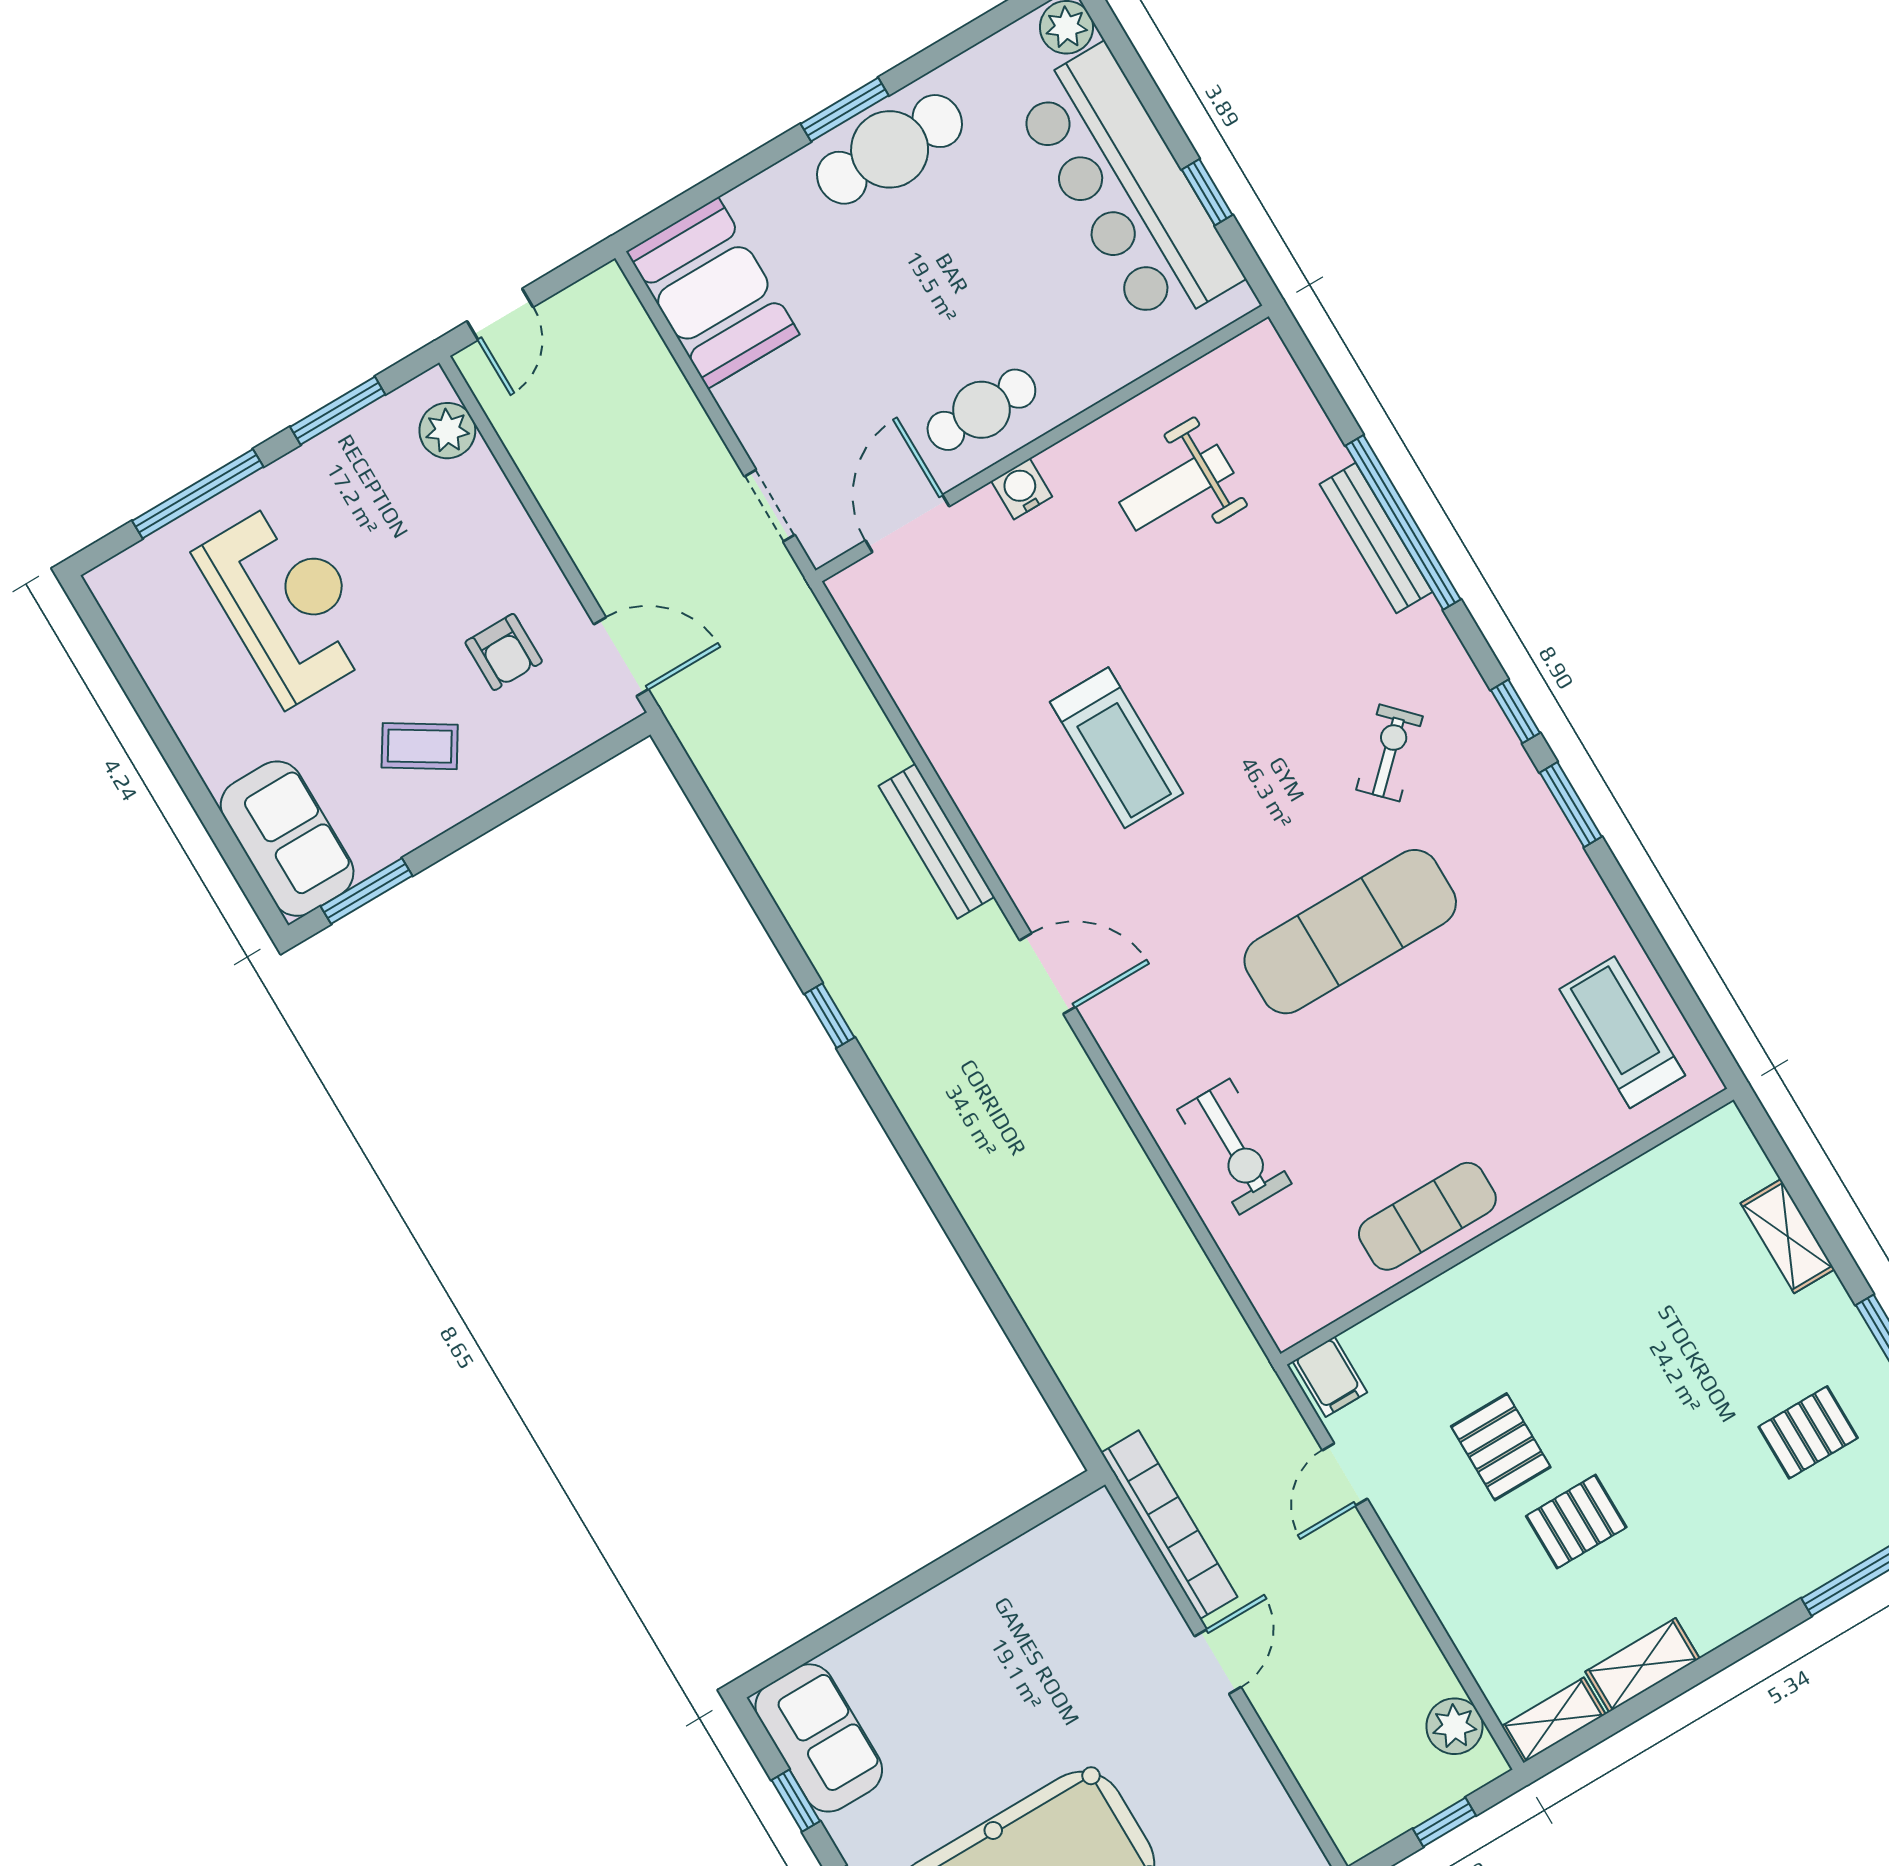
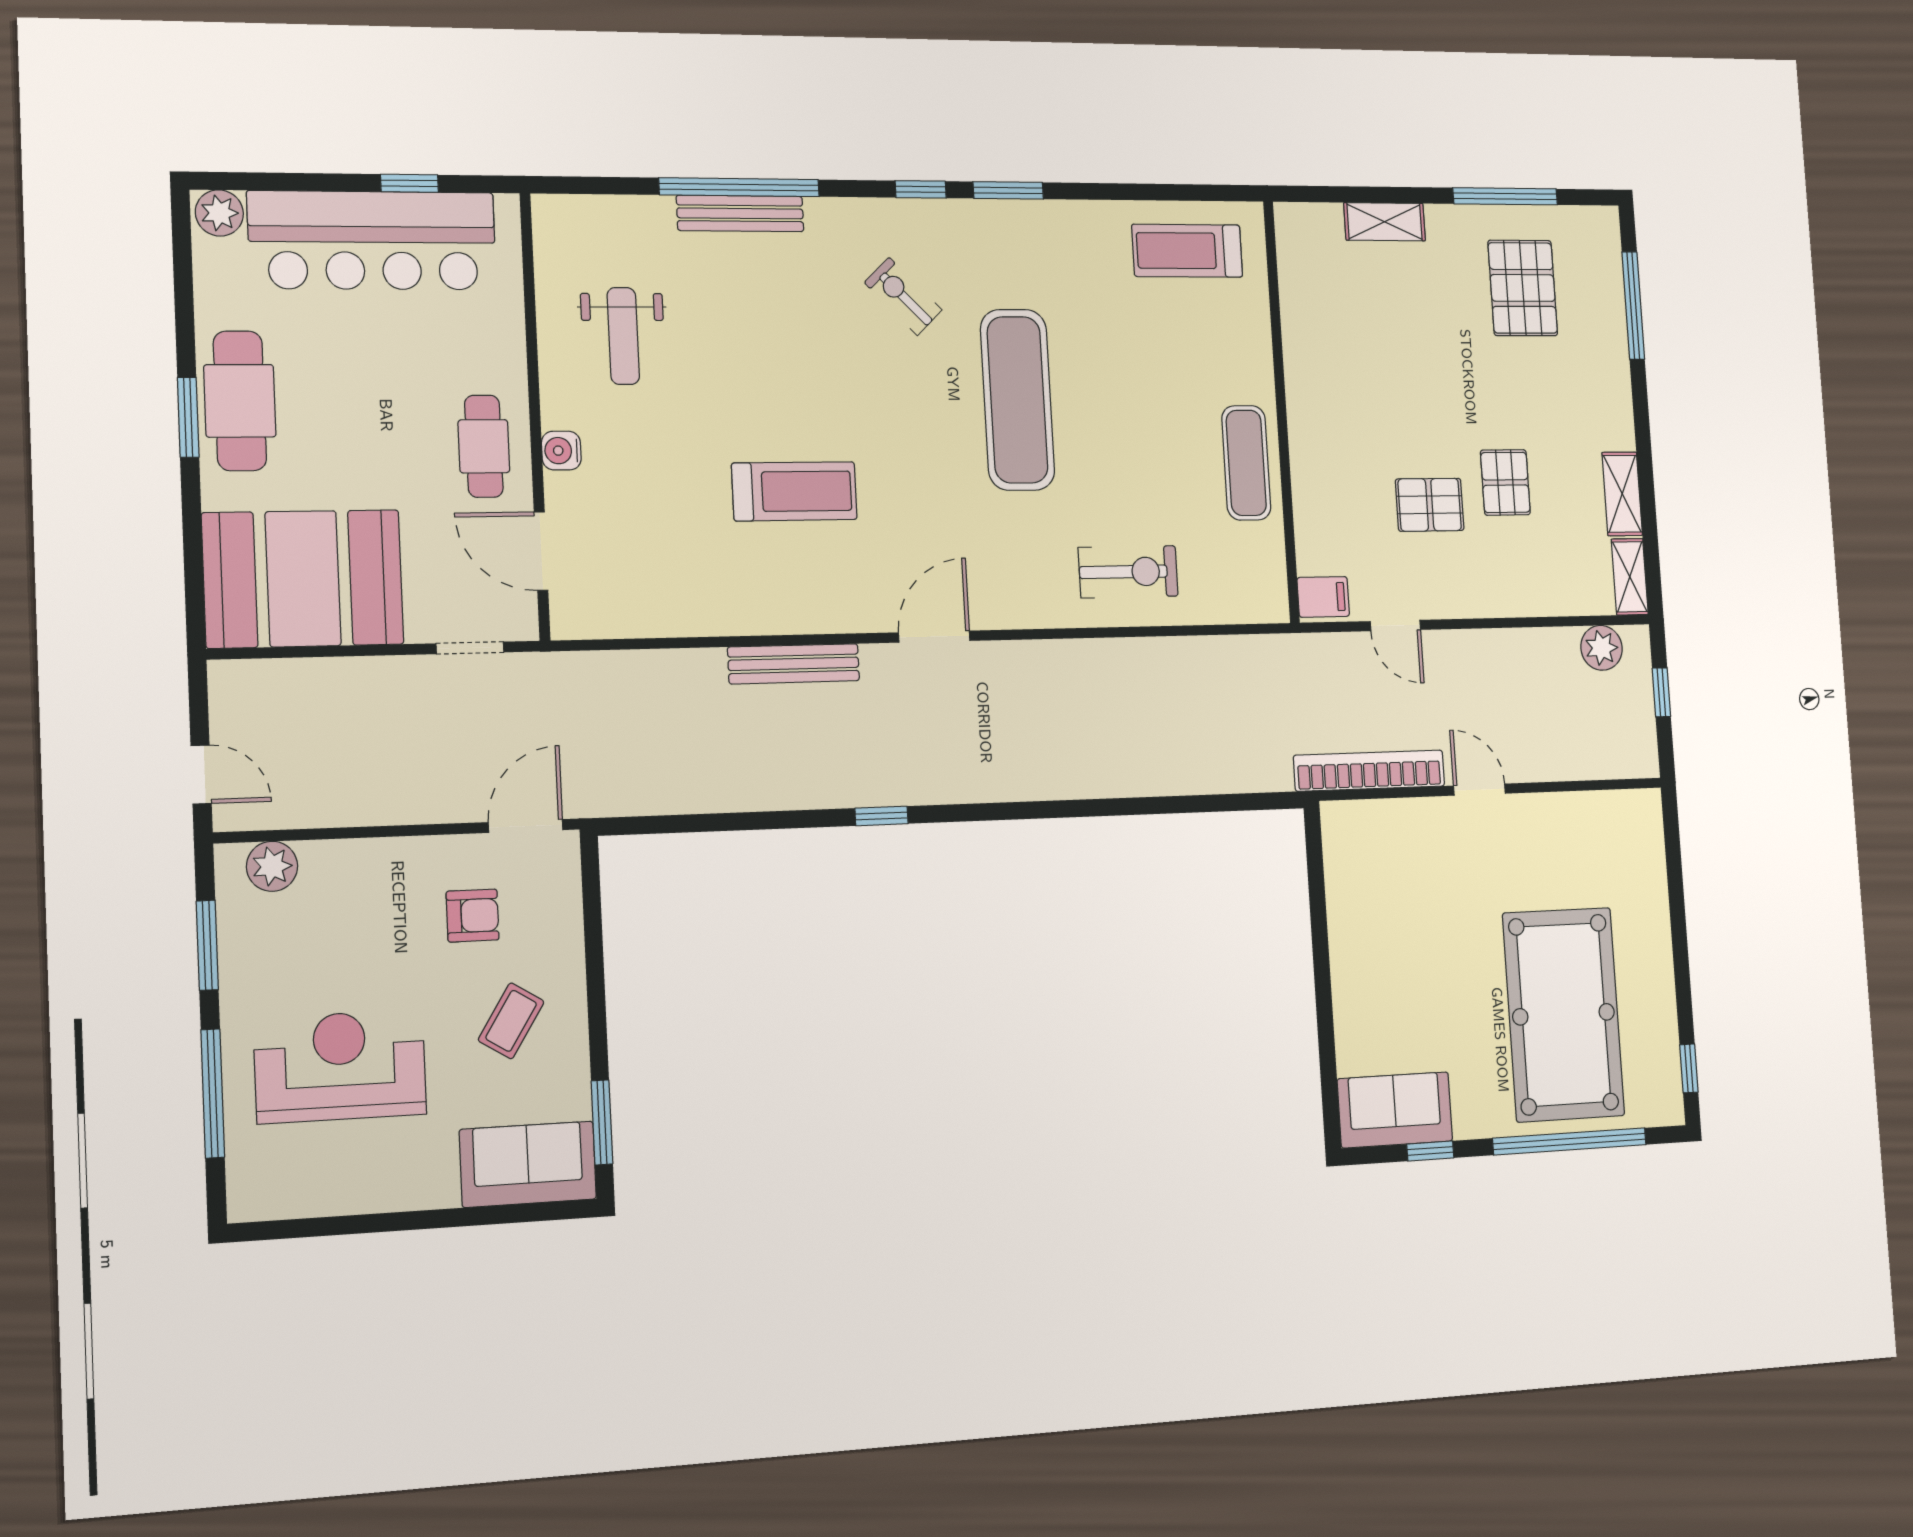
booth: (713, 293) -> (303, 579), width x1.36, depth x1.42
pallet: (1808, 1432) -> (1523, 288), width x1.50, depth x1.42

